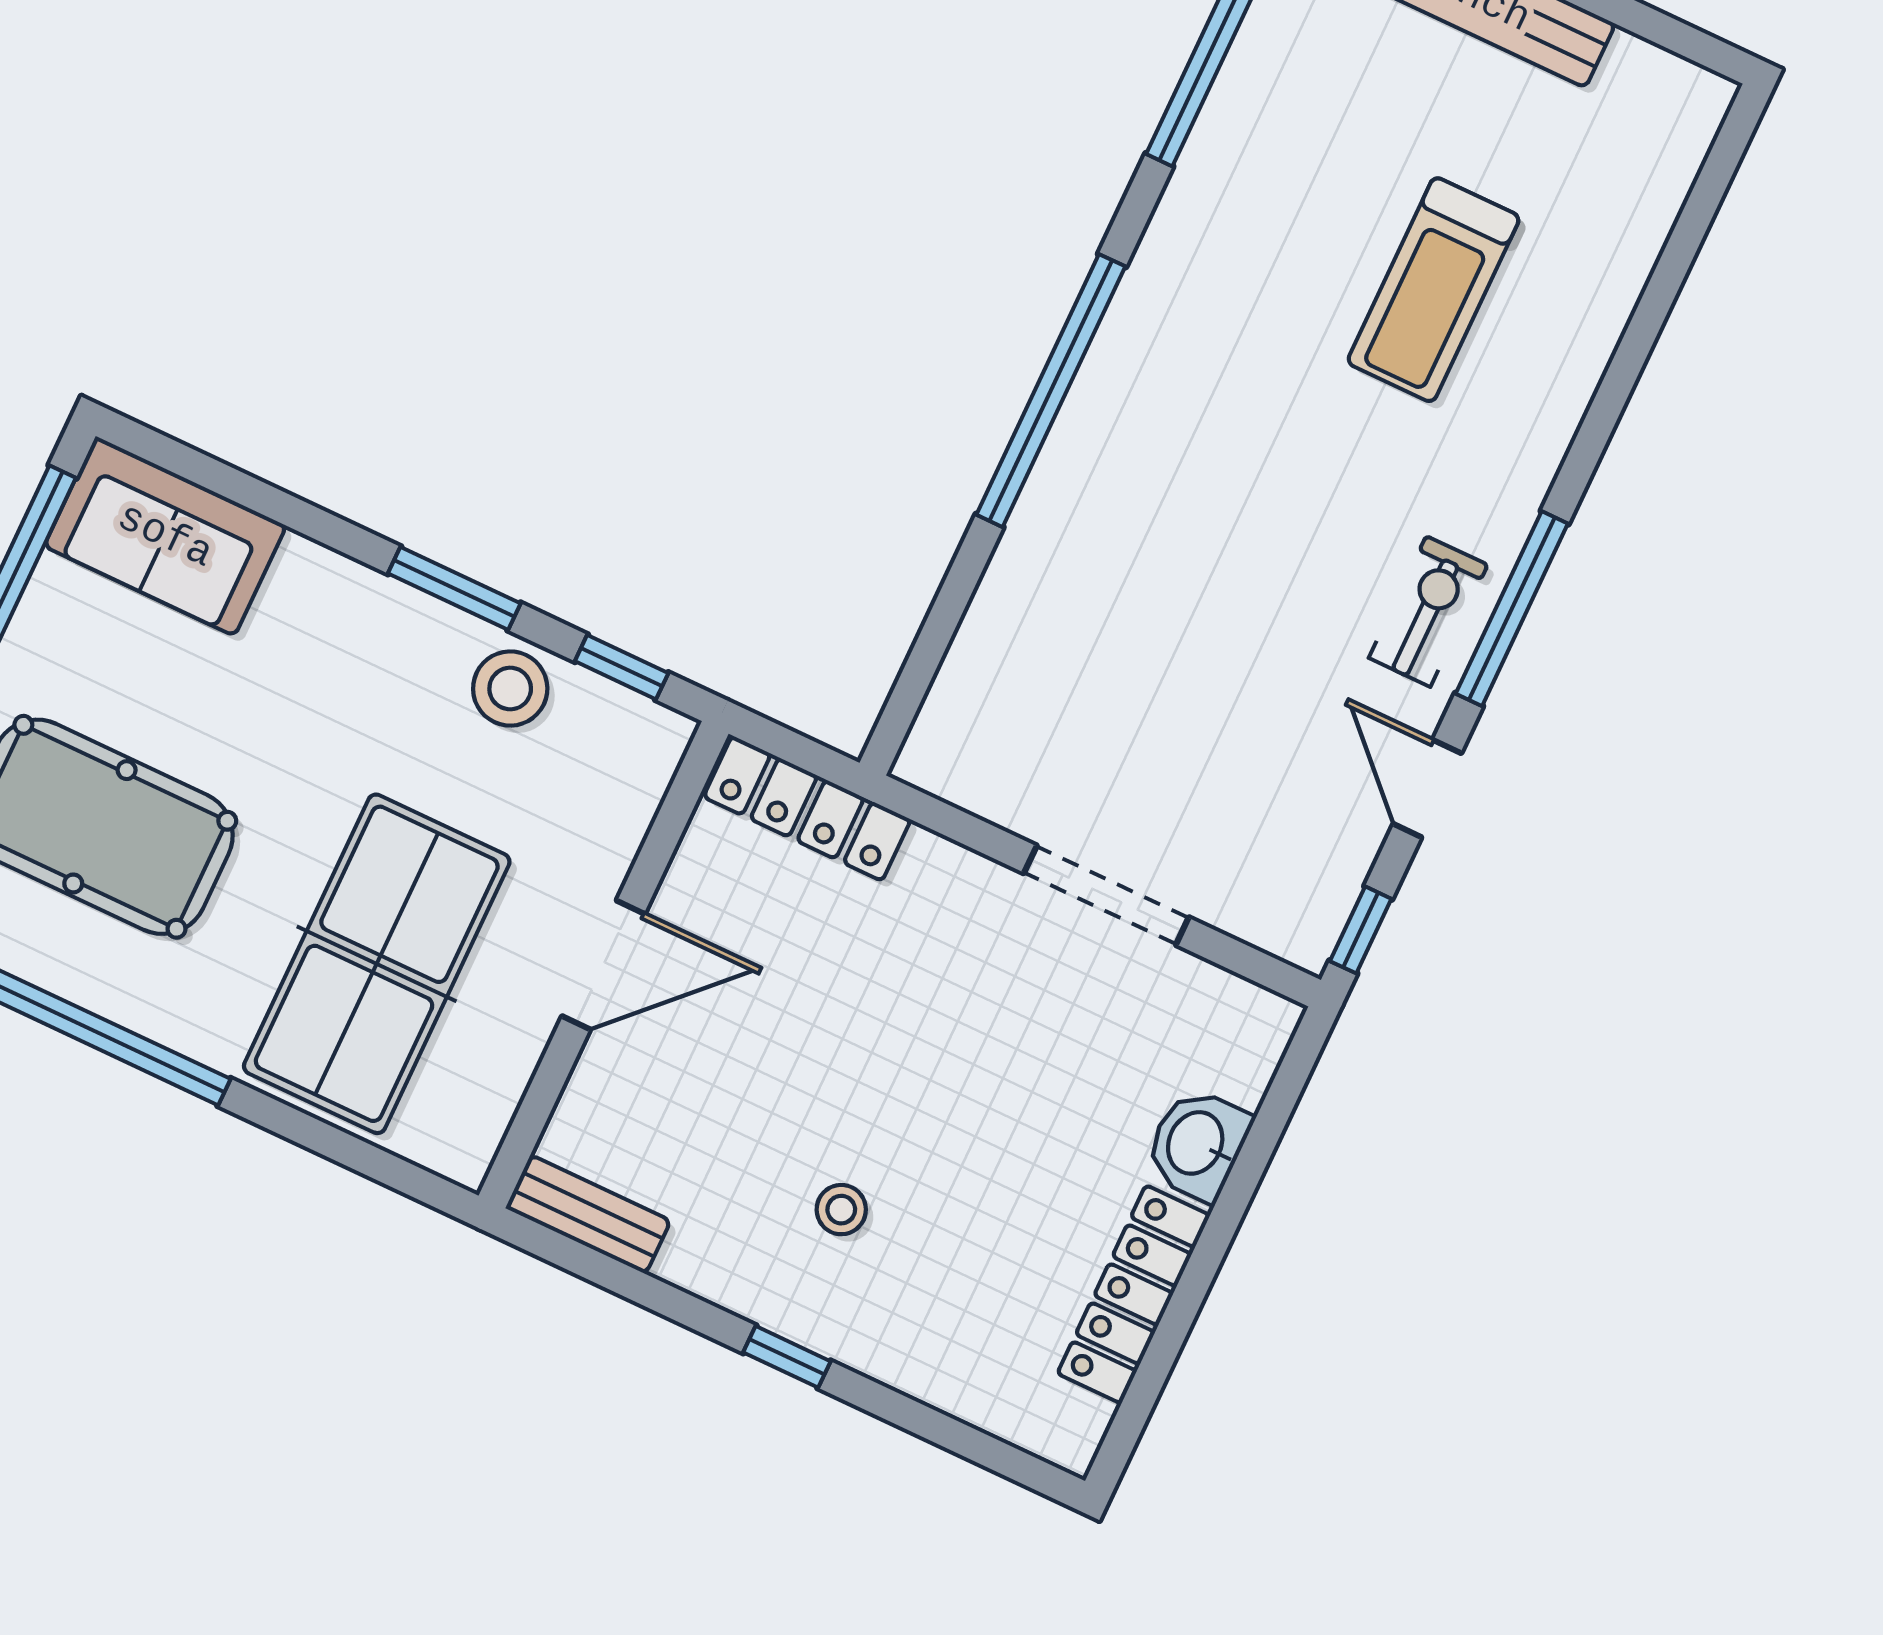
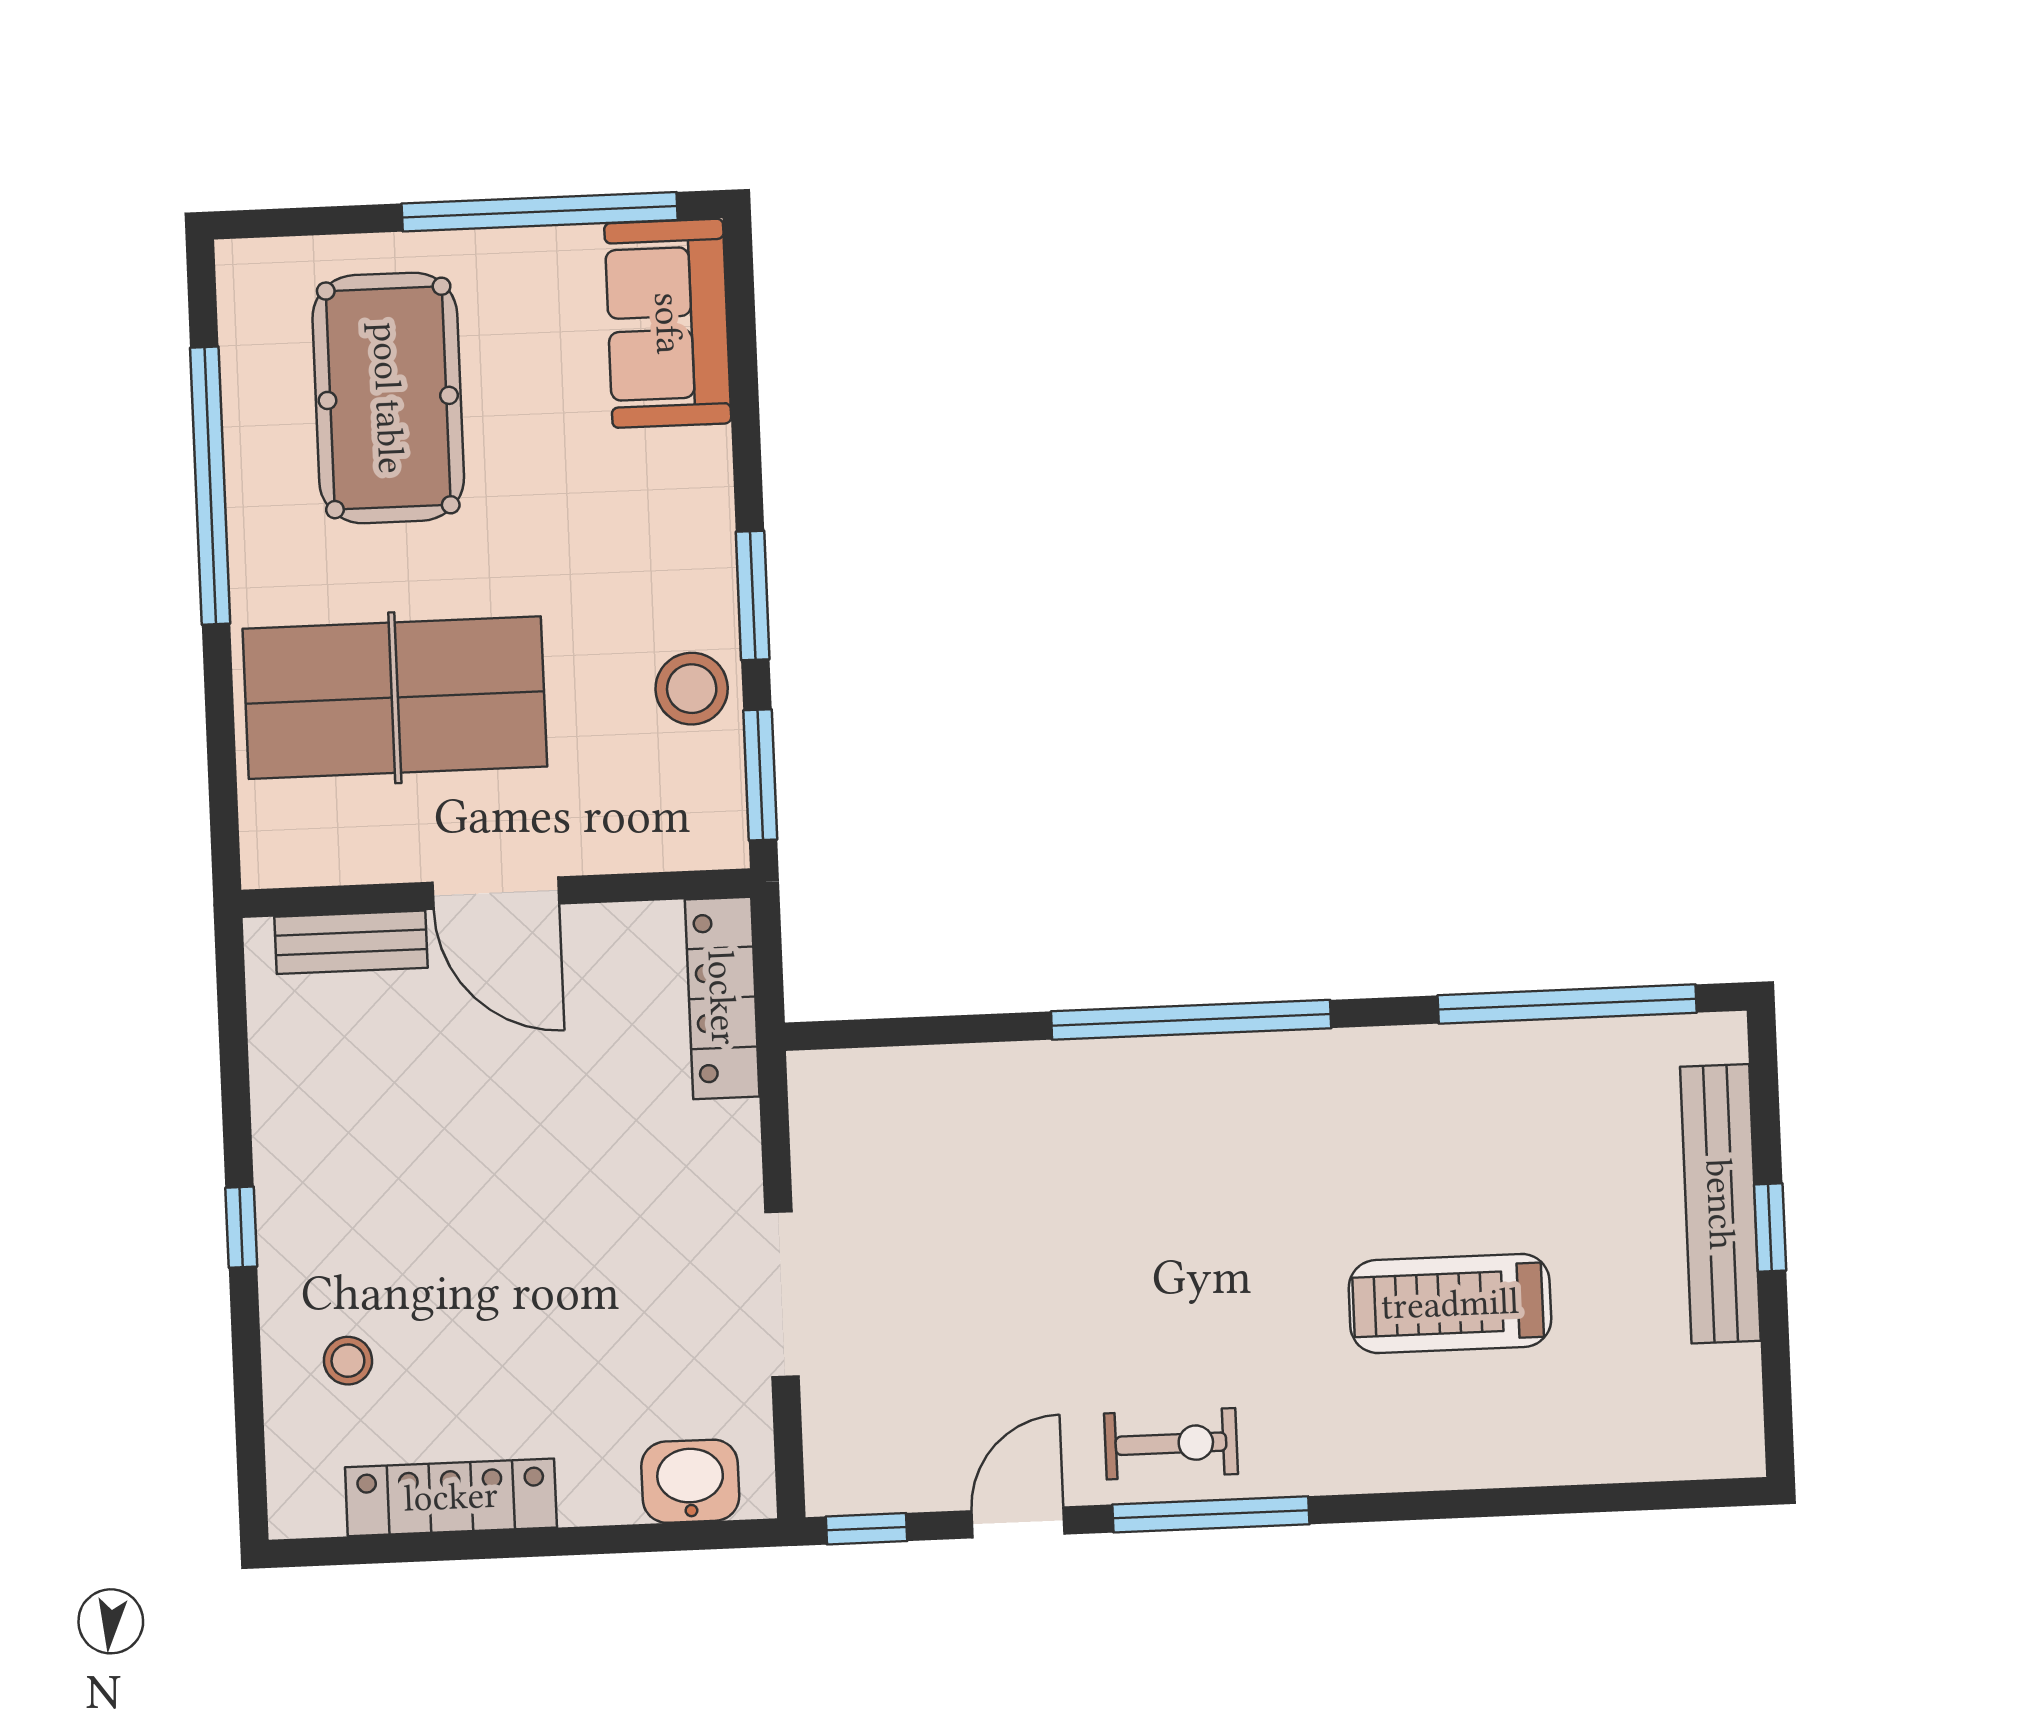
window: (622, 667) -> (760, 775), width x1.50
washbasin: (1197, 1144) -> (690, 1481), moved
stool: (841, 1210) -> (348, 1361), moved
bench: (588, 1214) -> (351, 942), moved, turned 90

